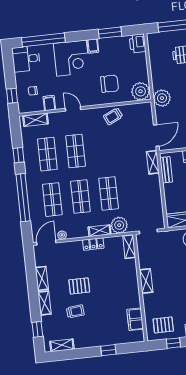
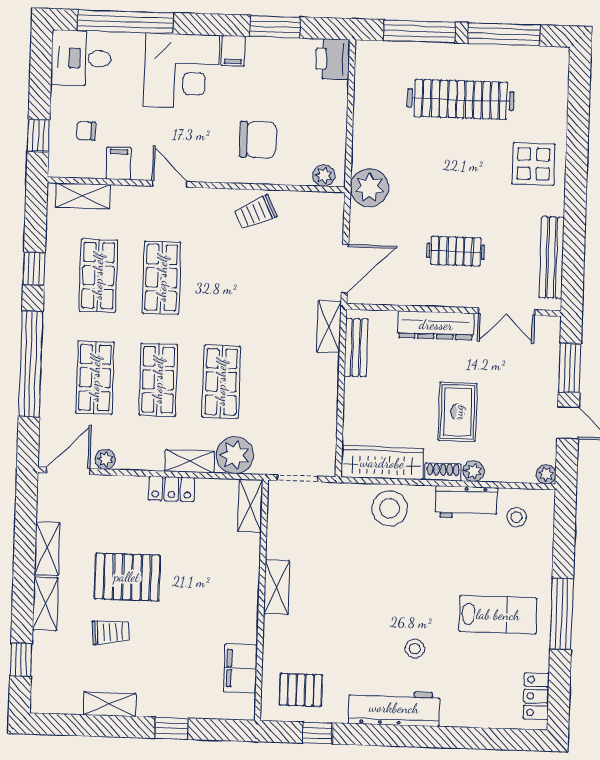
plant: (141, 91) -> (324, 176), width x0.53, depth x0.53
pallet: (79, 286) -> (127, 577), width x1.50, depth x1.42
shelving: (62, 345) -> (110, 704), moved

